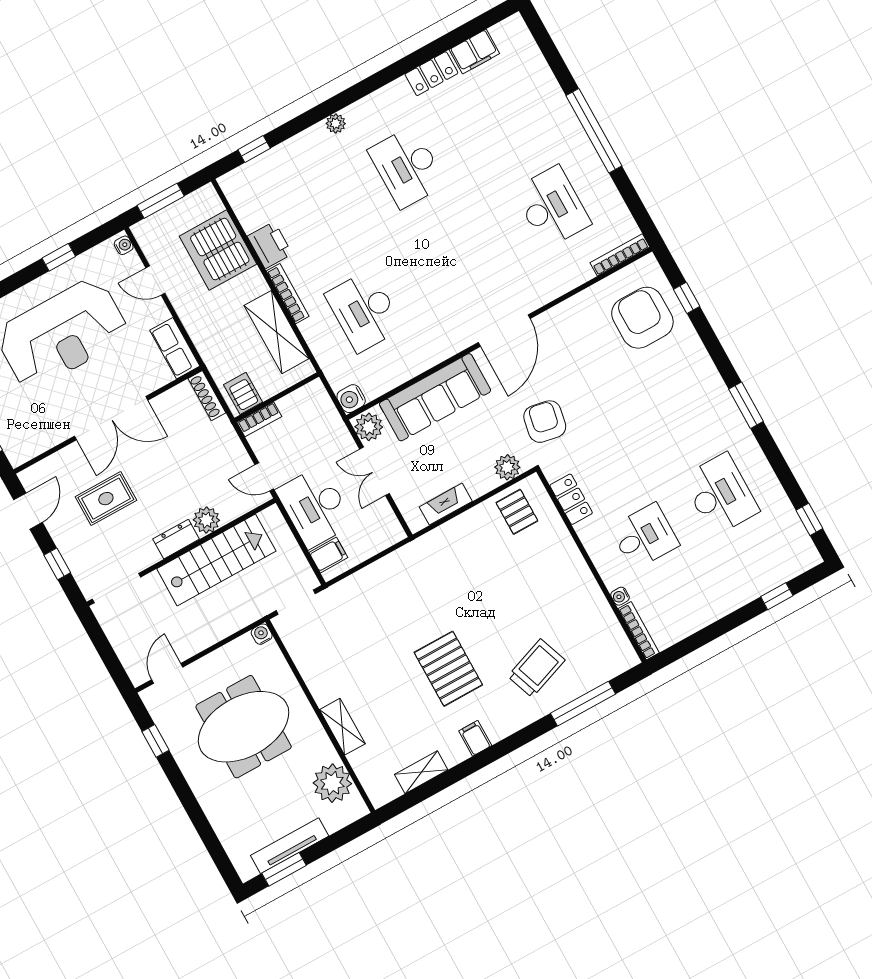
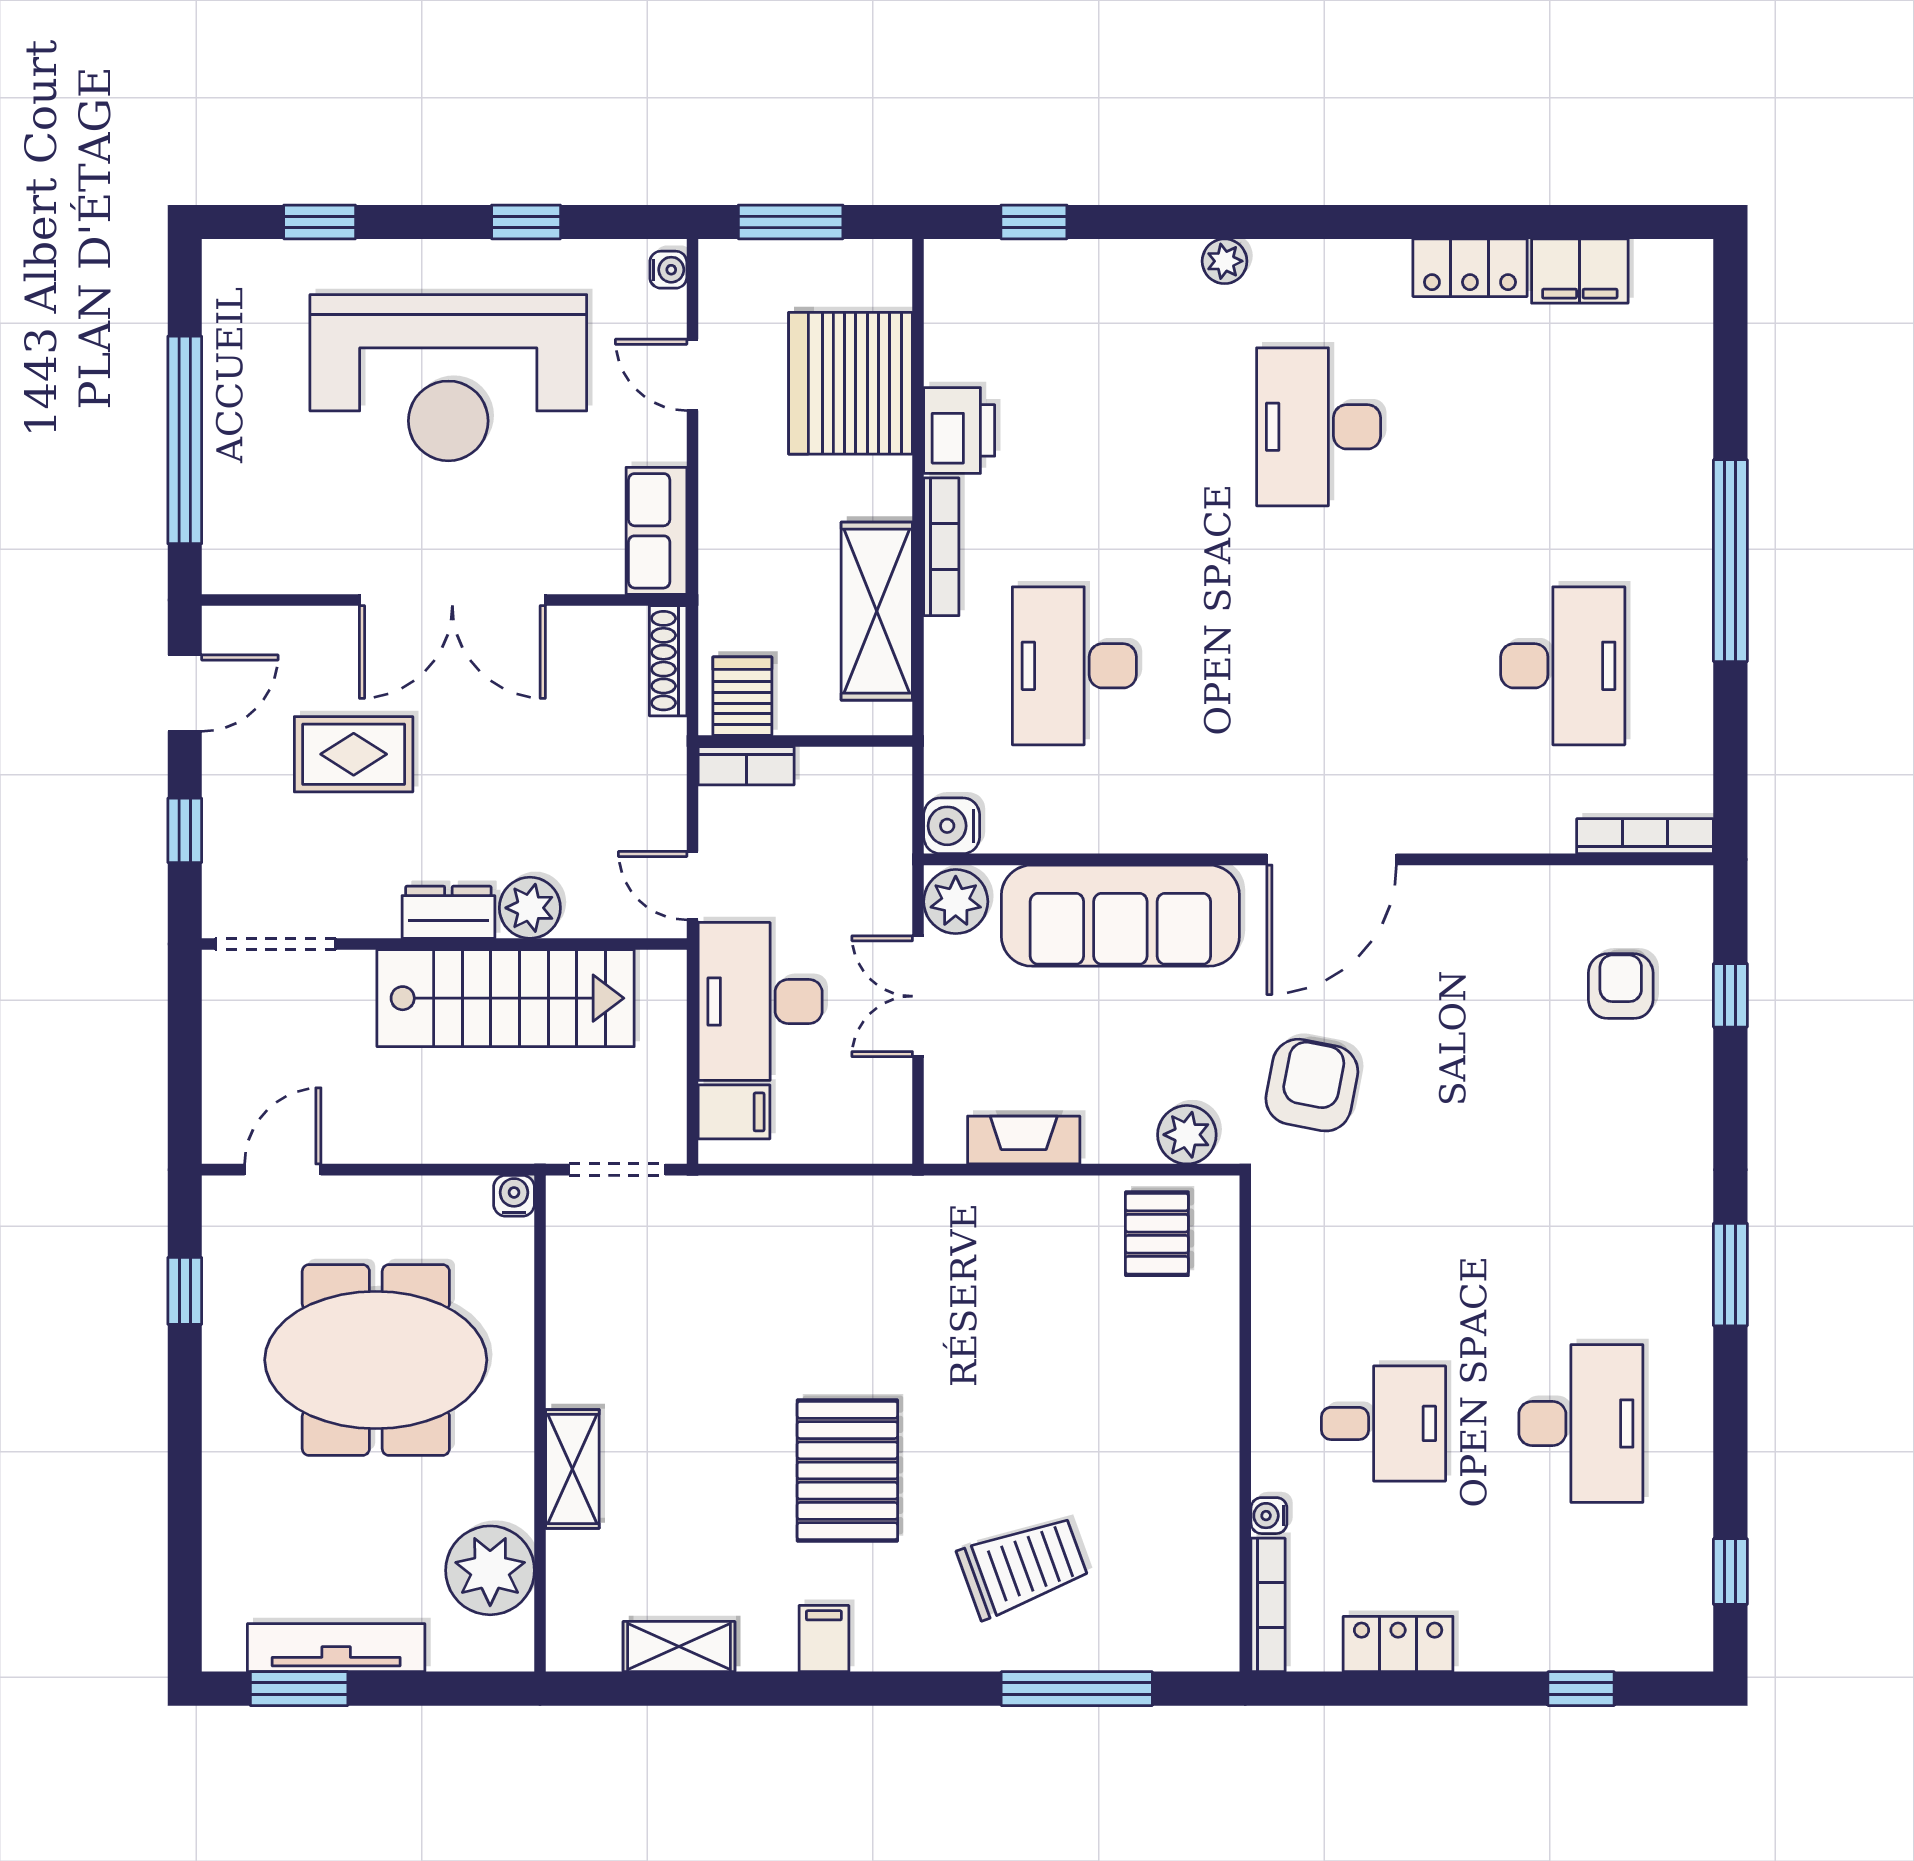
armchair: (642, 318) -> (1621, 986), width x0.53, depth x0.53
locker: (571, 499) -> (1398, 1644), moved, turned -90

